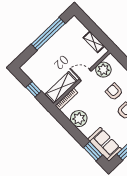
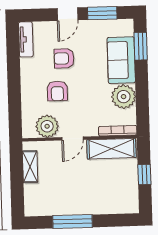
window: (48, 34) -> (72, 221), width x0.68
door: (85, 75) -> (73, 138), hinge flipped
sofa: (105, 144) -> (121, 60), moved

